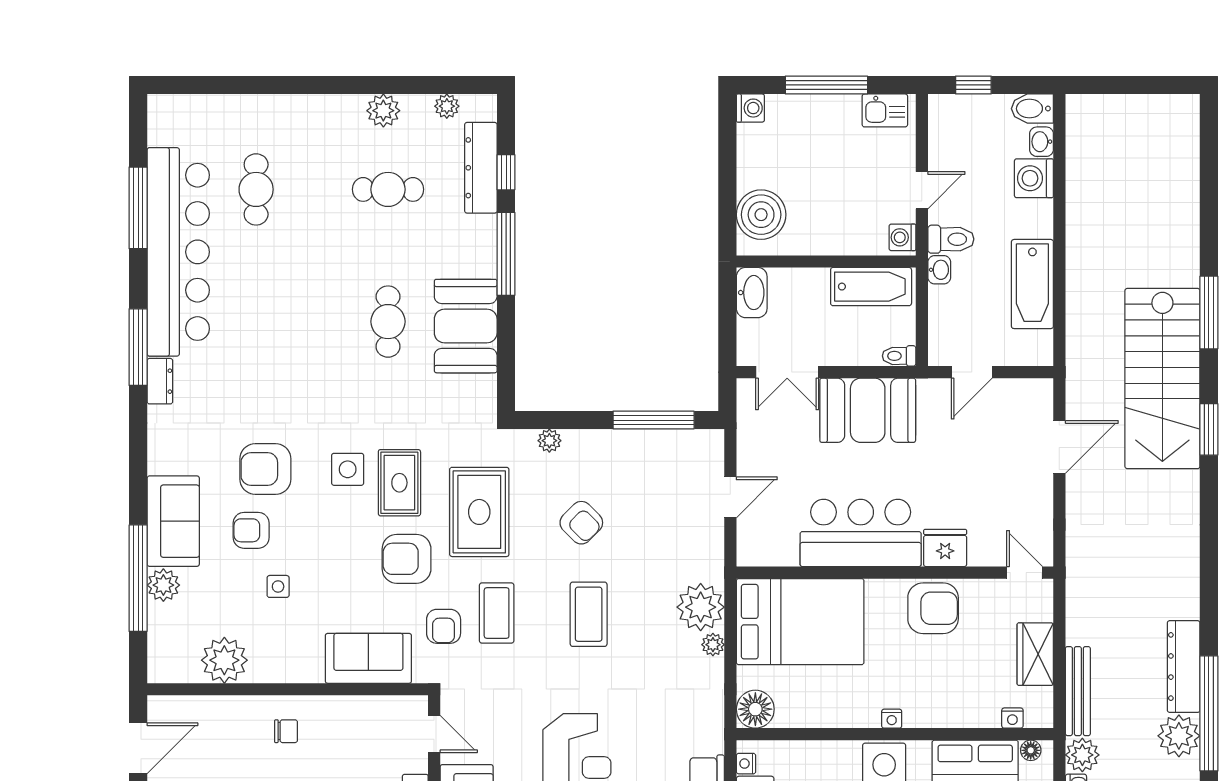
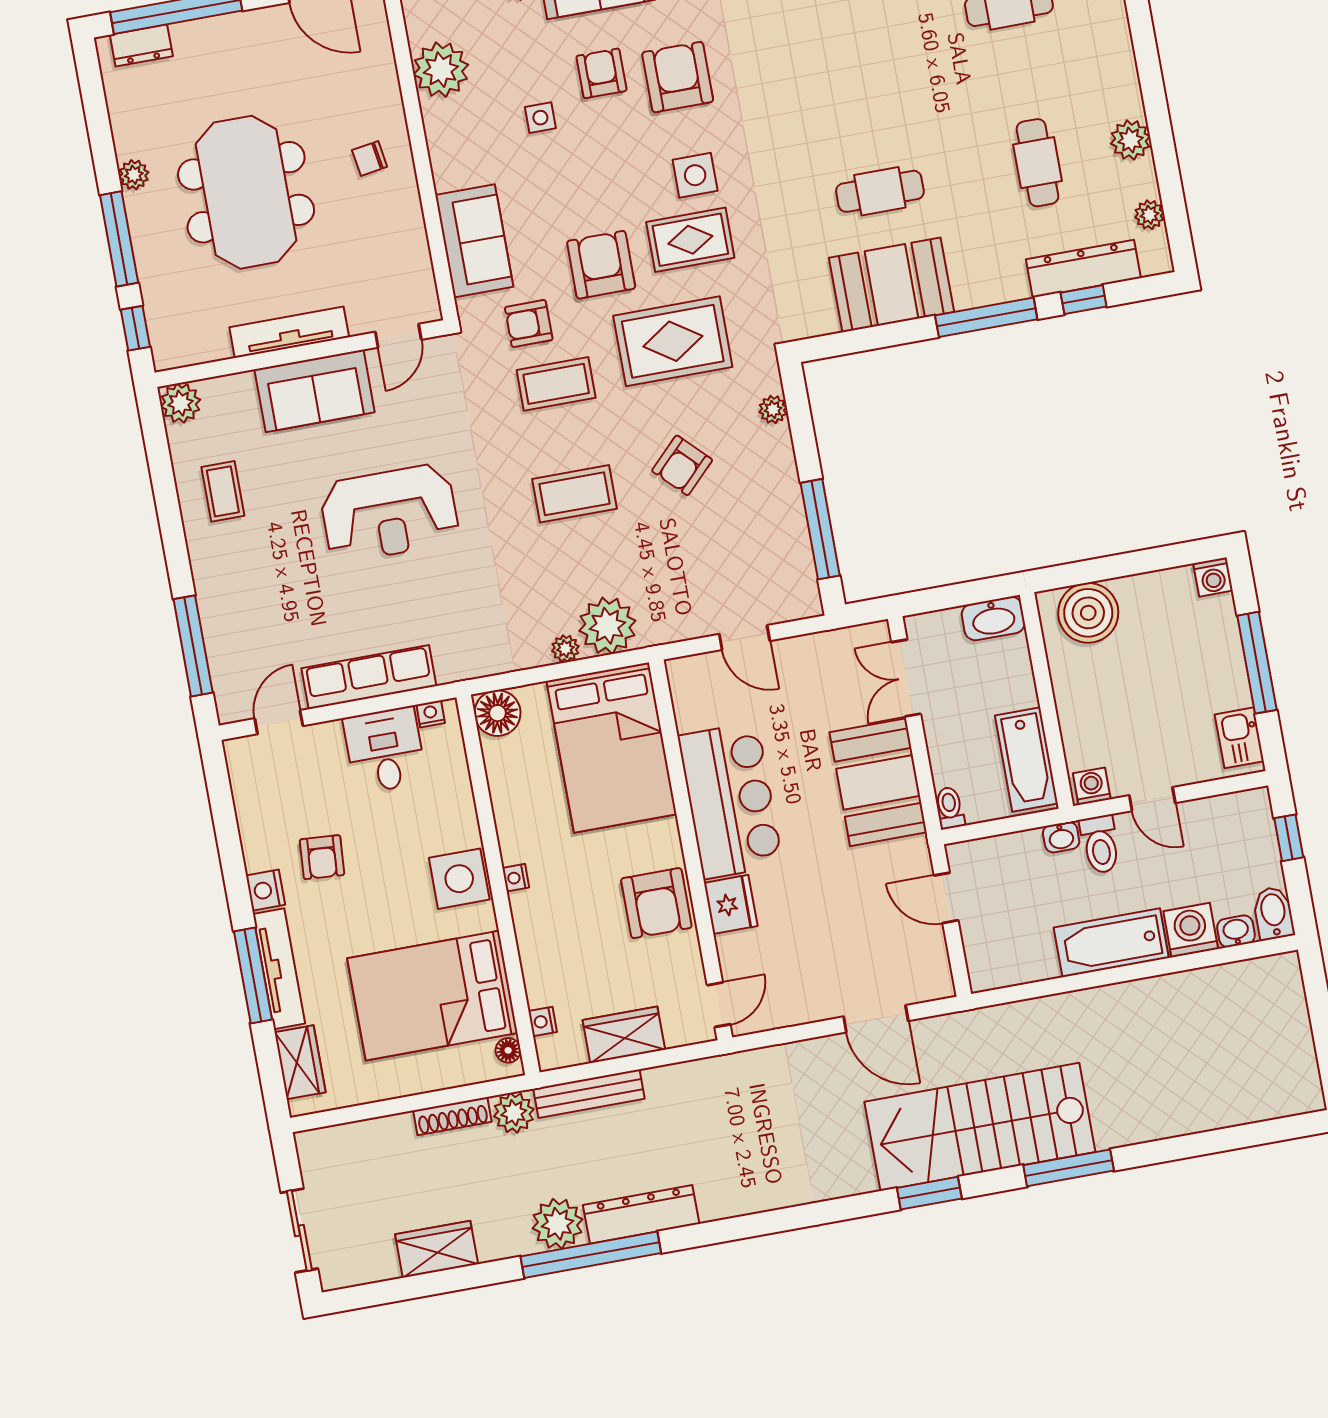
bathtub: (1032, 284) -> (1111, 943), moved
chair: (286, 731) -> (370, 158), turned 81

